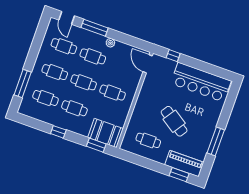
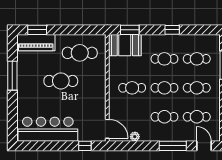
plant: (110, 43) -> (135, 137), moved
cafe table: (174, 121) -> (61, 81), turned -34
cafe table: (148, 140) -> (80, 53), width x1.37, depth x1.35

